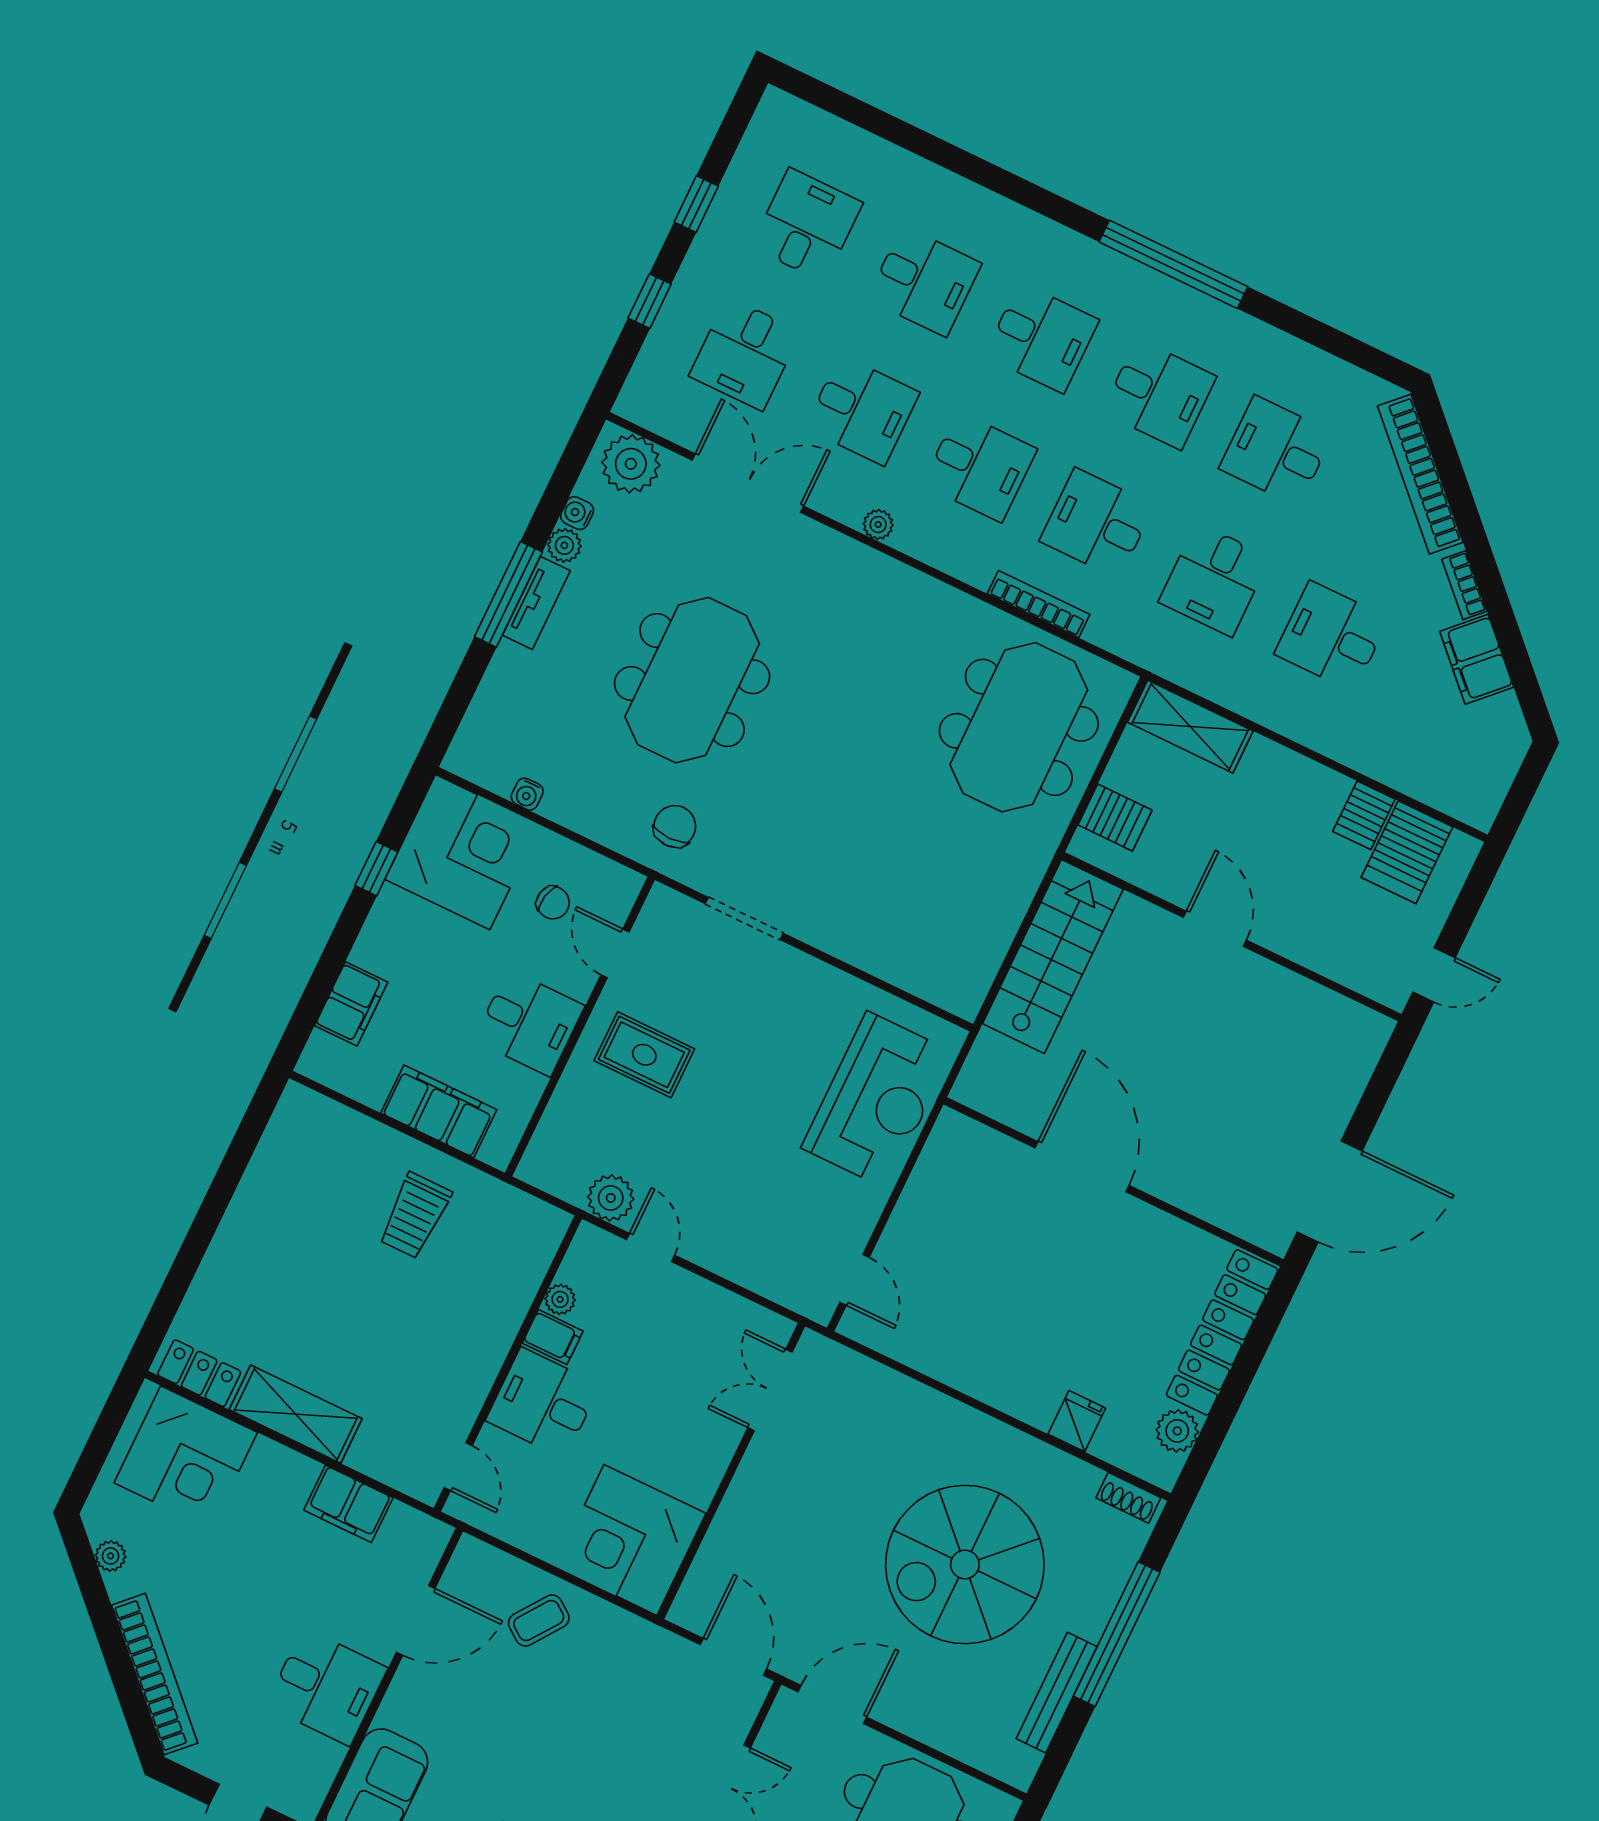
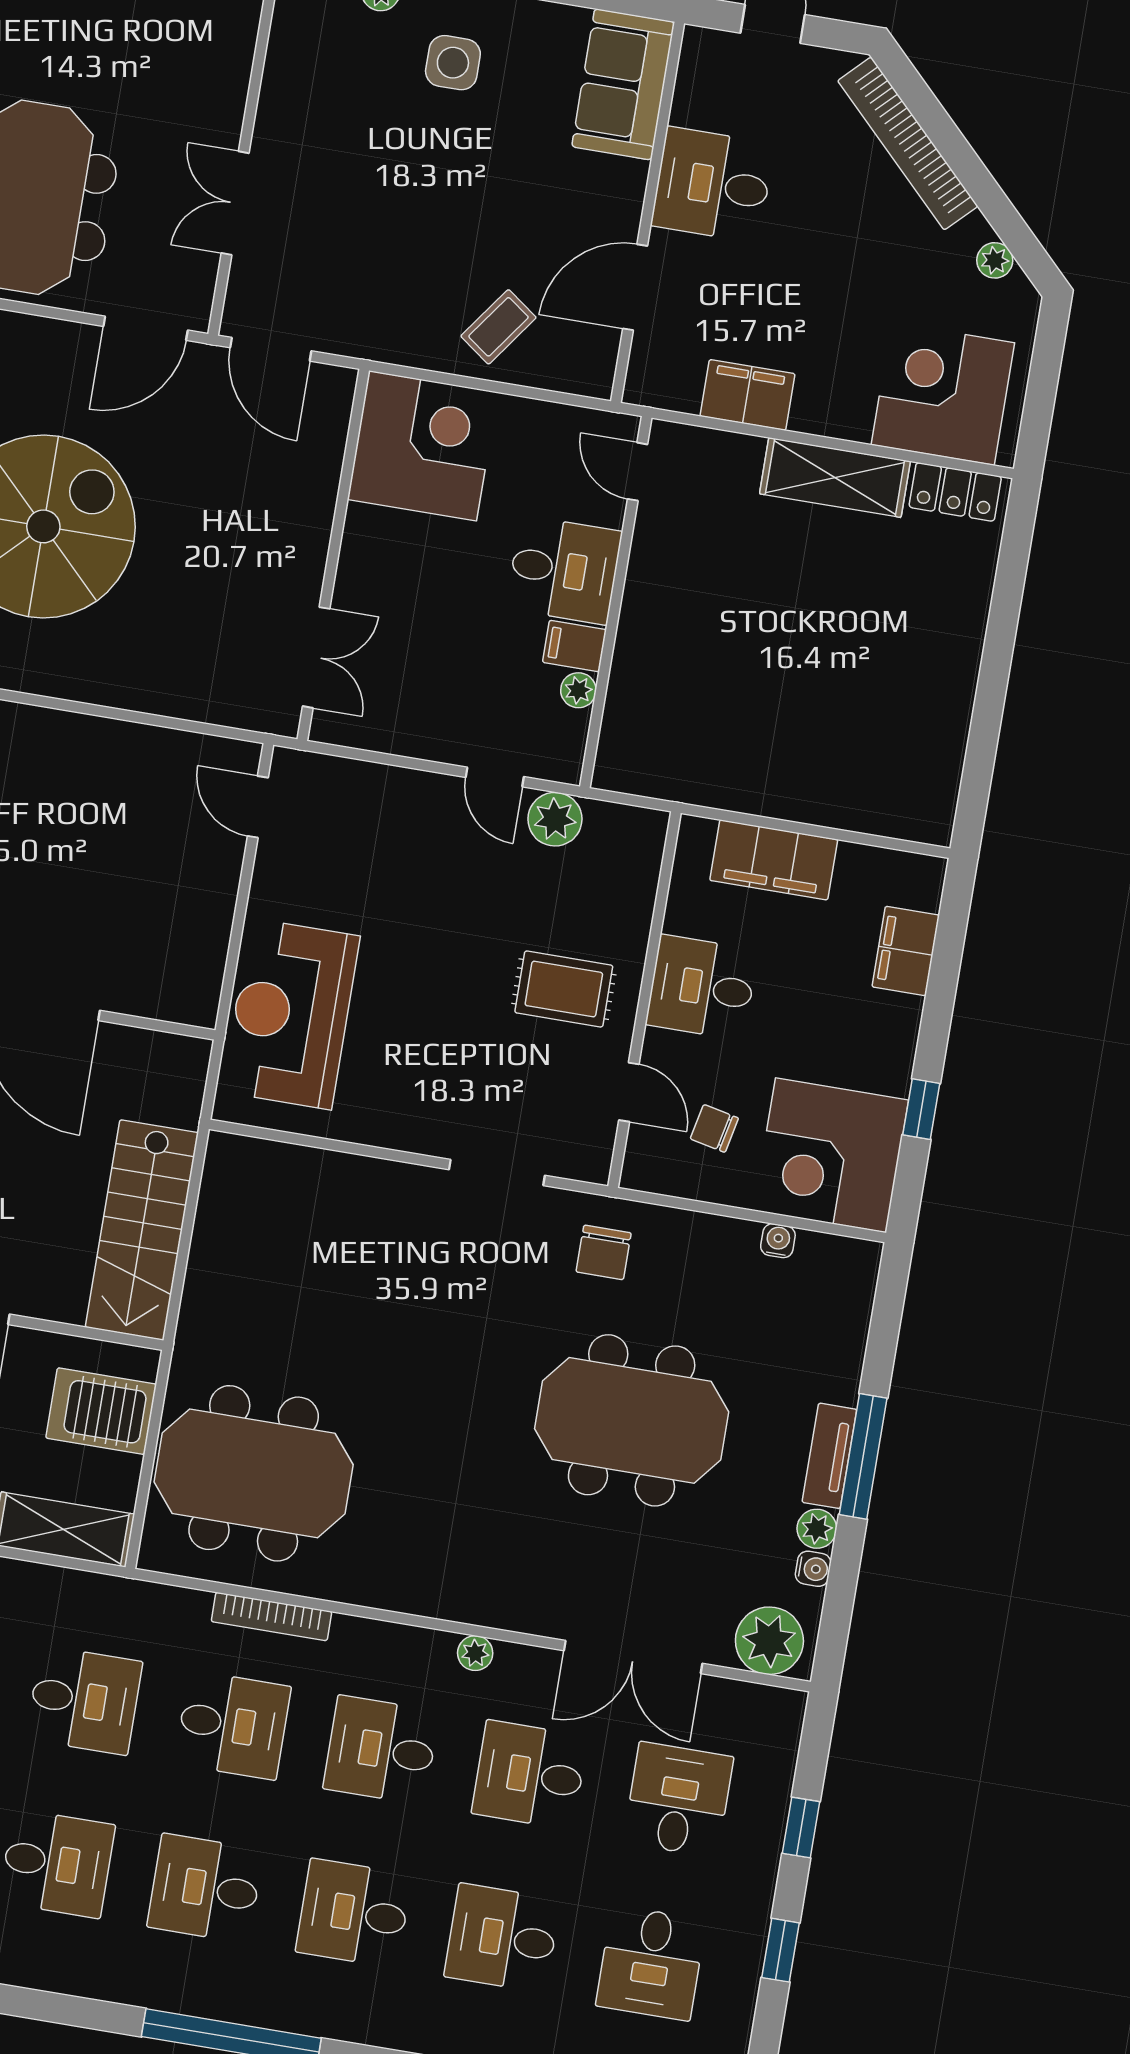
desk: (1214, 580) -> (84, 1700), turned 90
meeting table: (692, 680) -> (632, 1420), turned 90
meeting table: (1019, 727) -> (254, 1473), turned 90
server rack: (1115, 818) -> (101, 1411), width x1.36, depth x1.44
trolley: (415, 1216) -> (767, 736), removed

